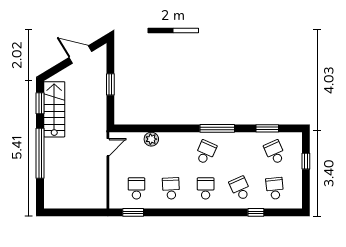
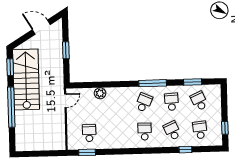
stairs: (54, 109) -> (26, 80), width x1.36, depth x1.51
window: (306, 161) -> (225, 128), moved
school desk: (171, 188) -> (171, 102), moved

